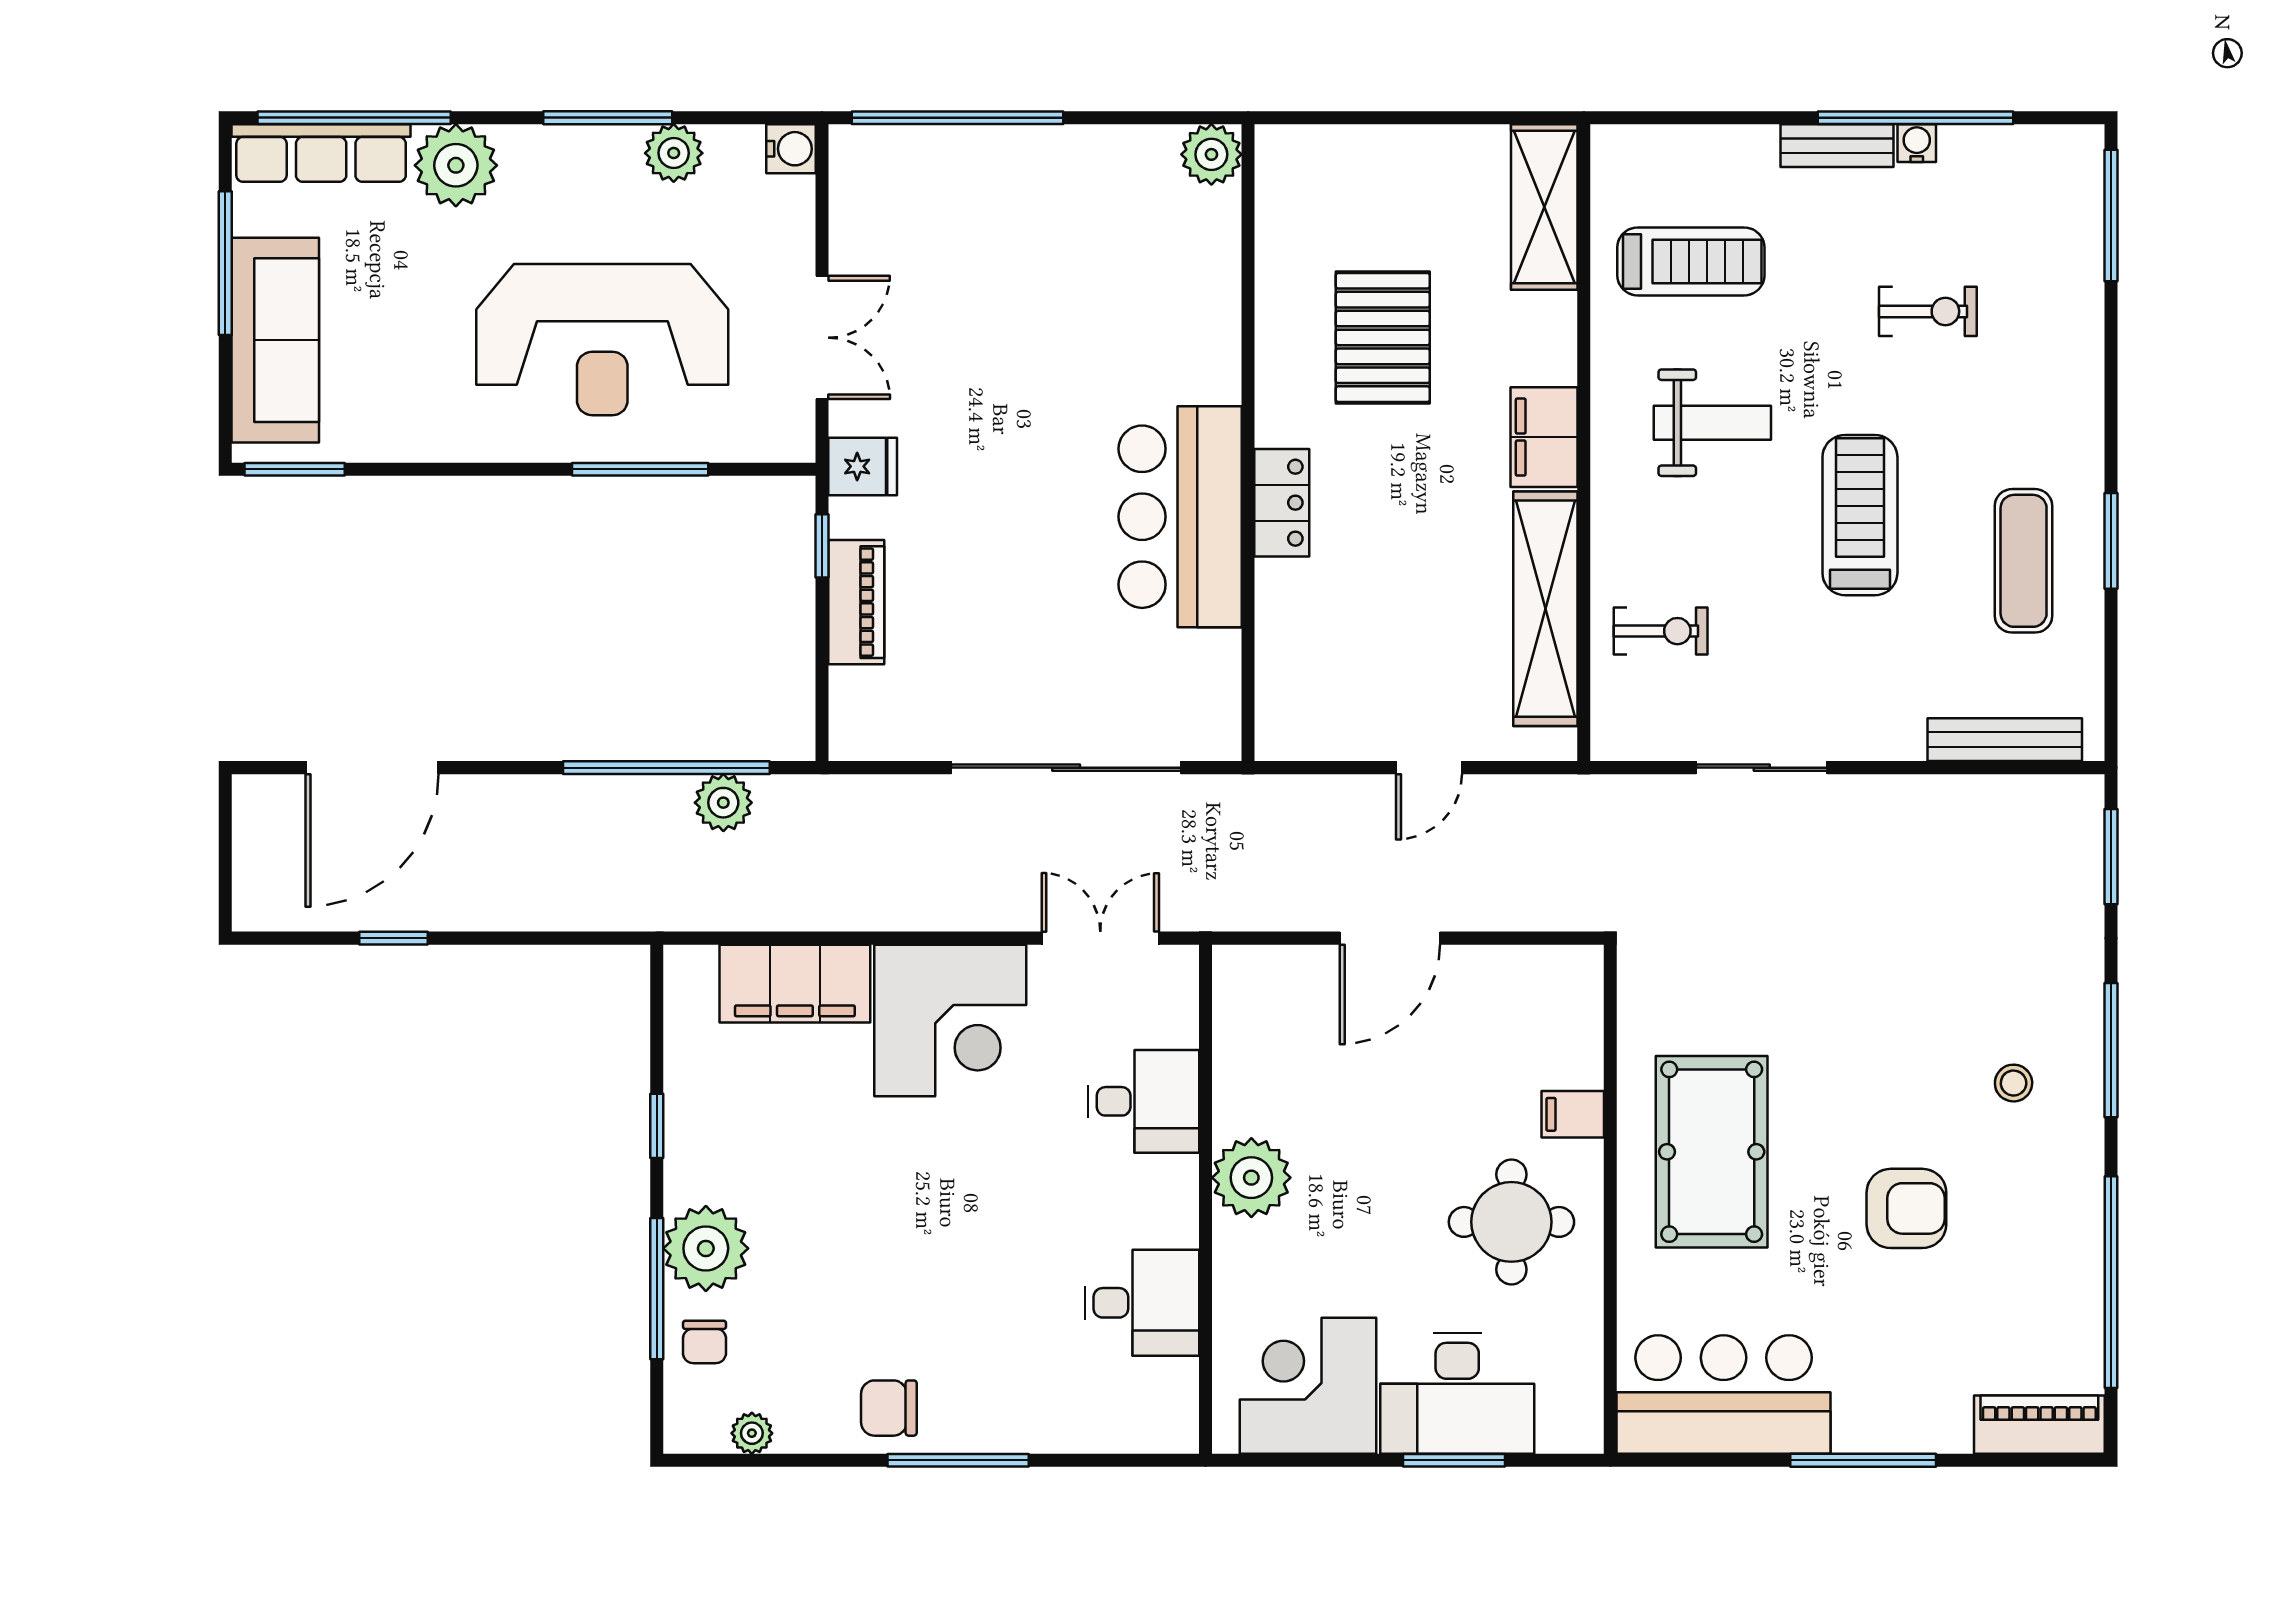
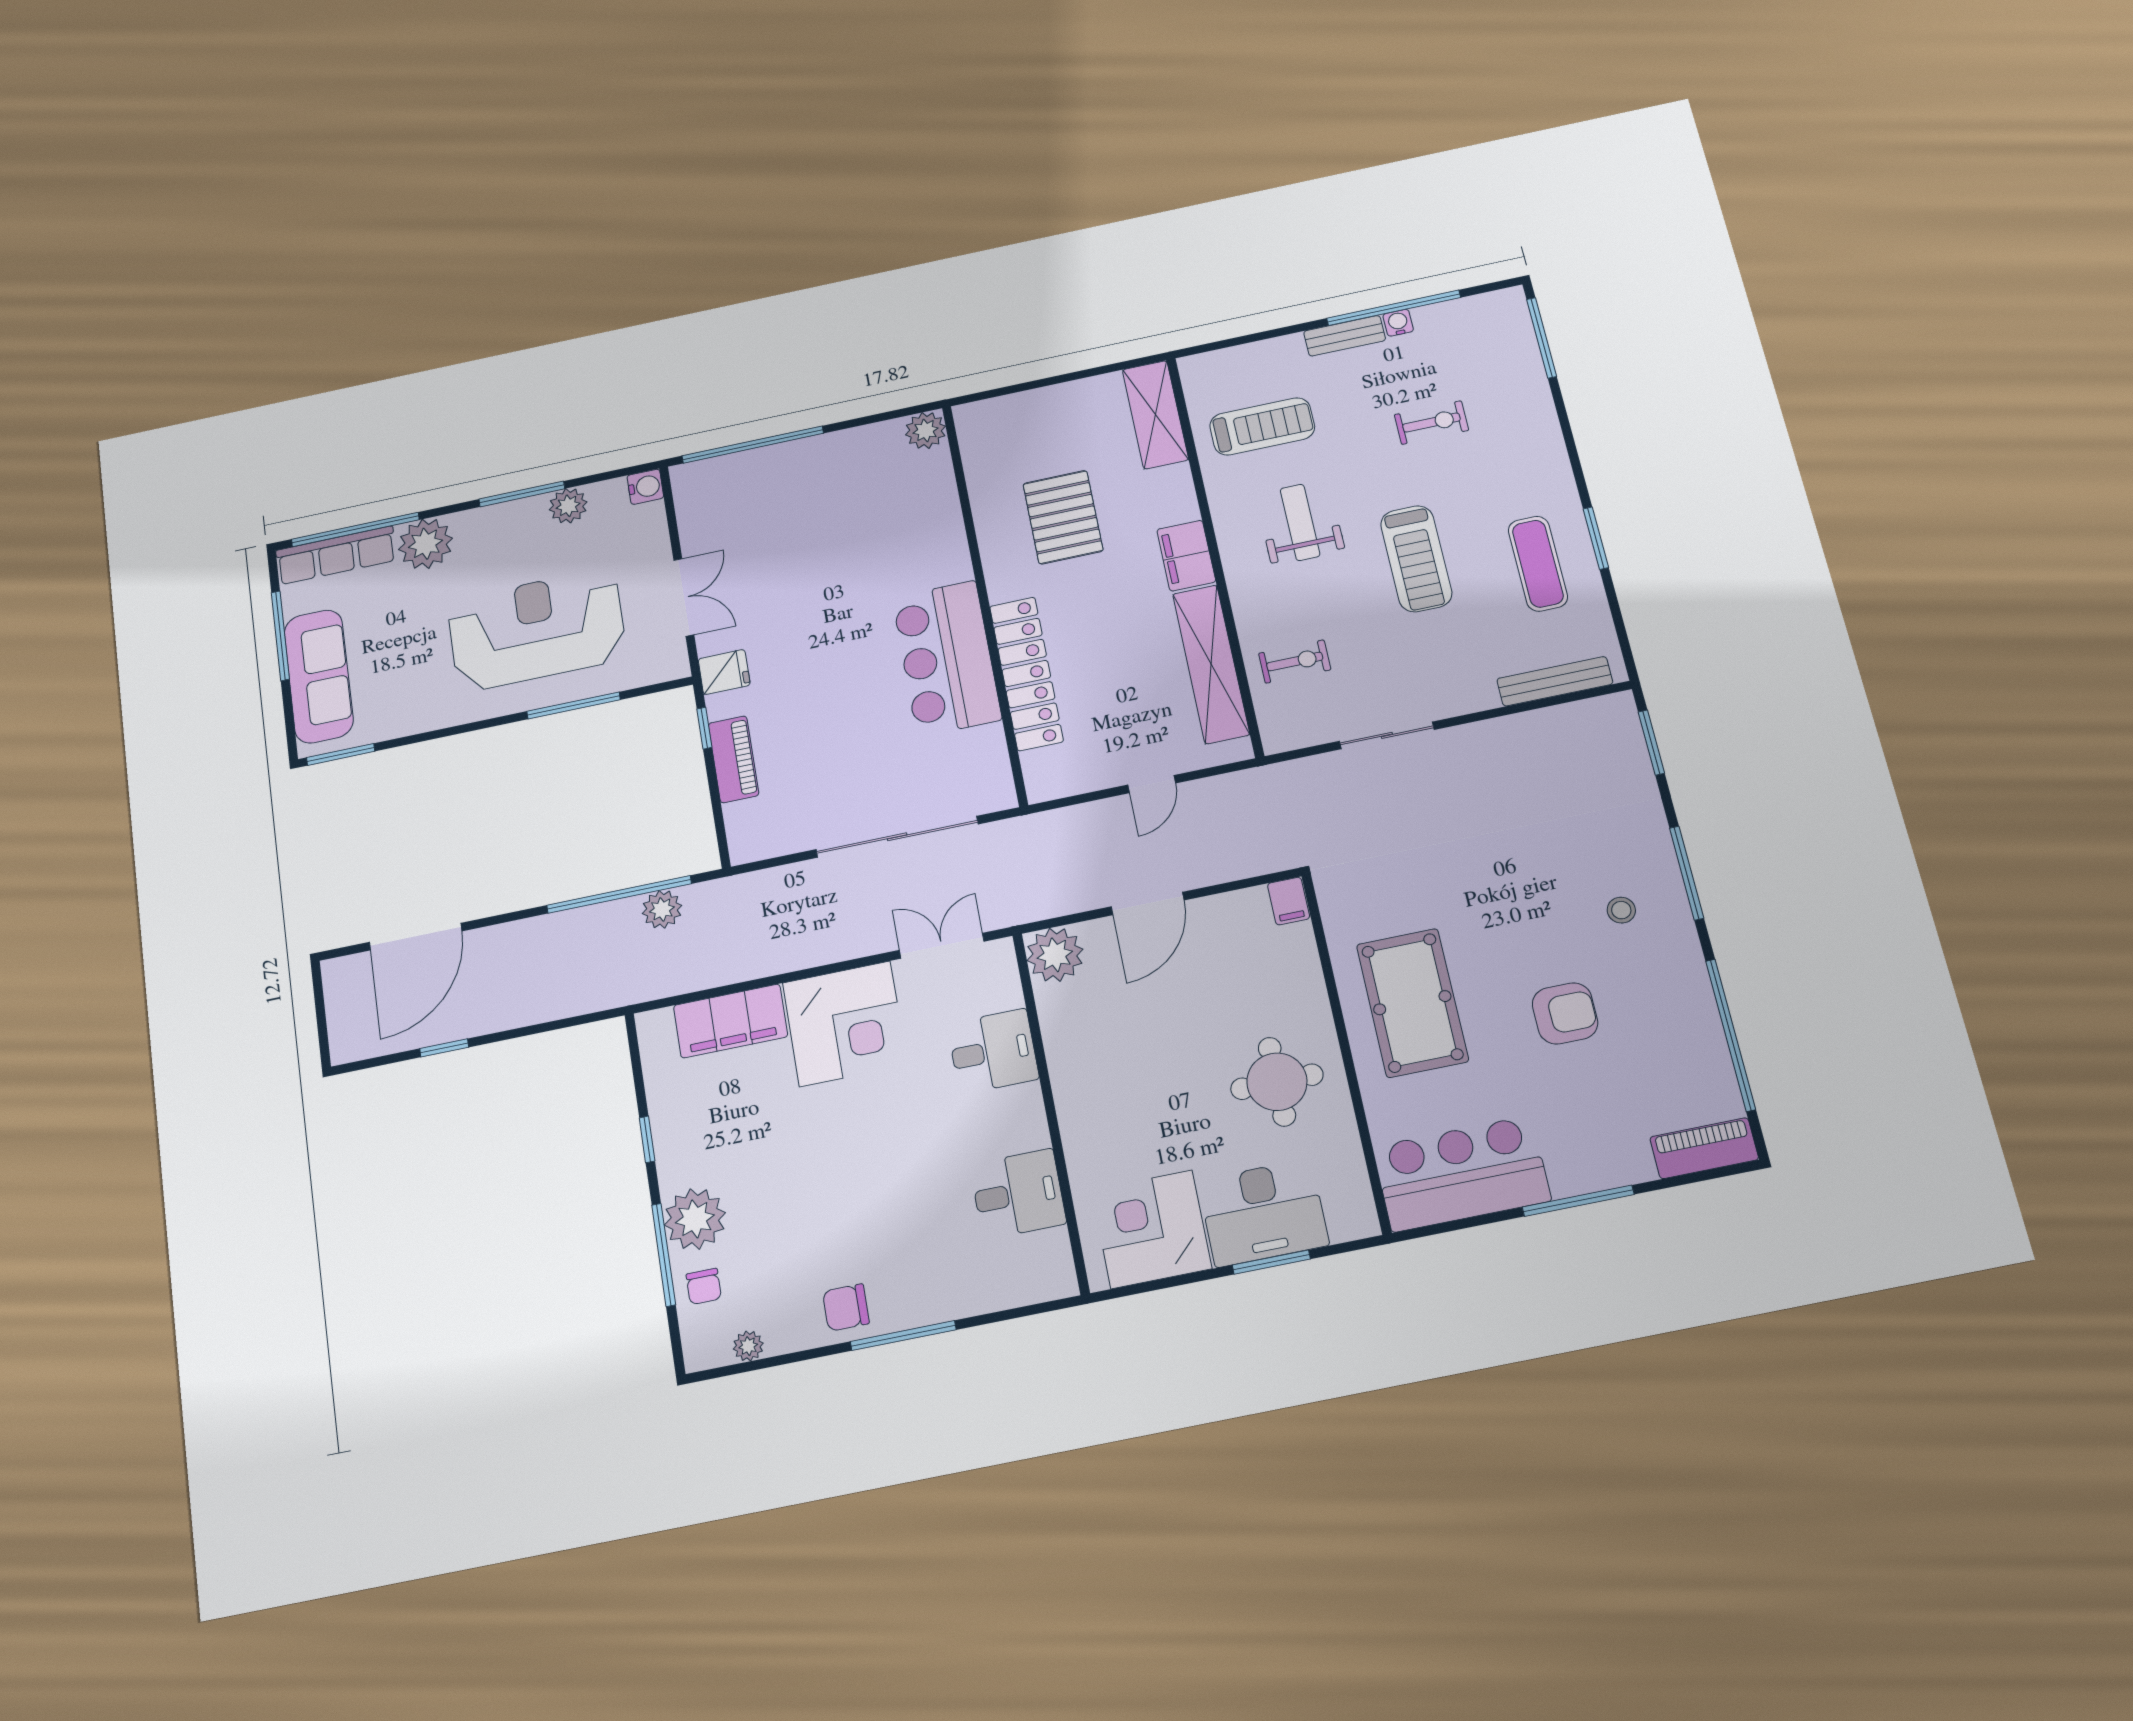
reception desk: (602, 340) -> (537, 630), turned 180
weight bench: (1712, 423) -> (1300, 522), turned -90
locker: (1282, 503) -> (1026, 674), width x2.16, depth x1.21
treadmill: (1860, 515) -> (1416, 559), turned 180
filing cabinet: (1573, 1114) -> (1289, 901), moved, turned -90
plant: (1251, 1178) -> (1055, 955), moved

